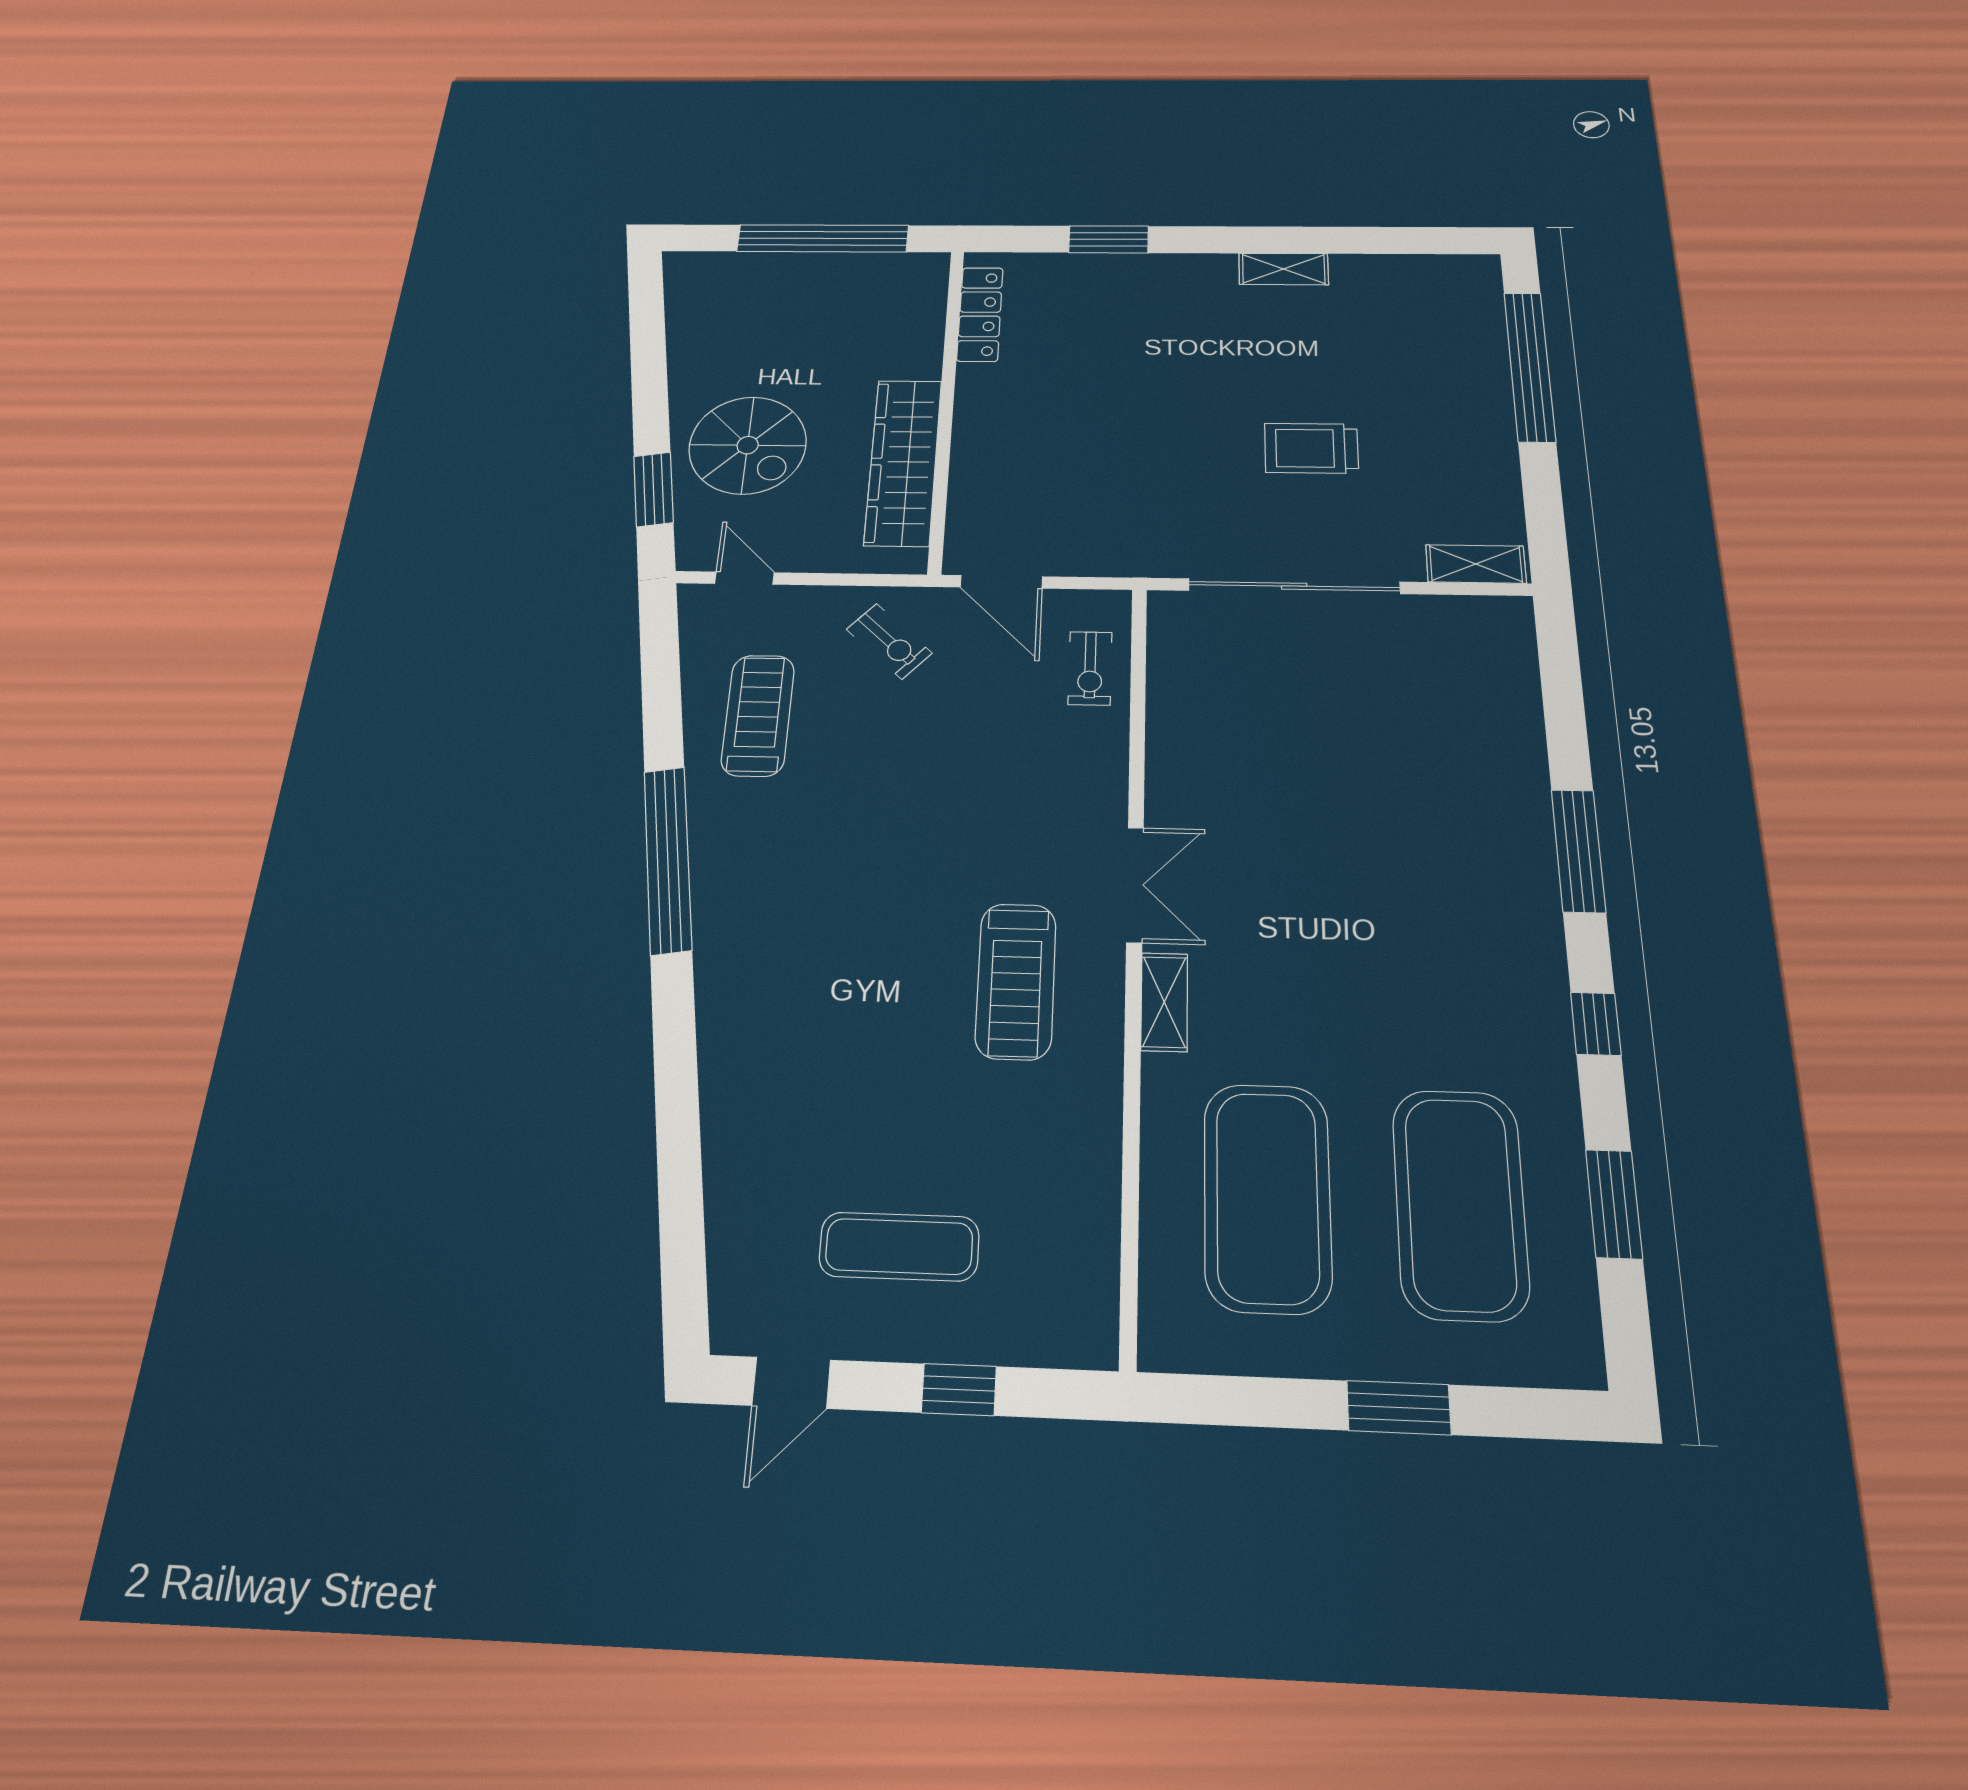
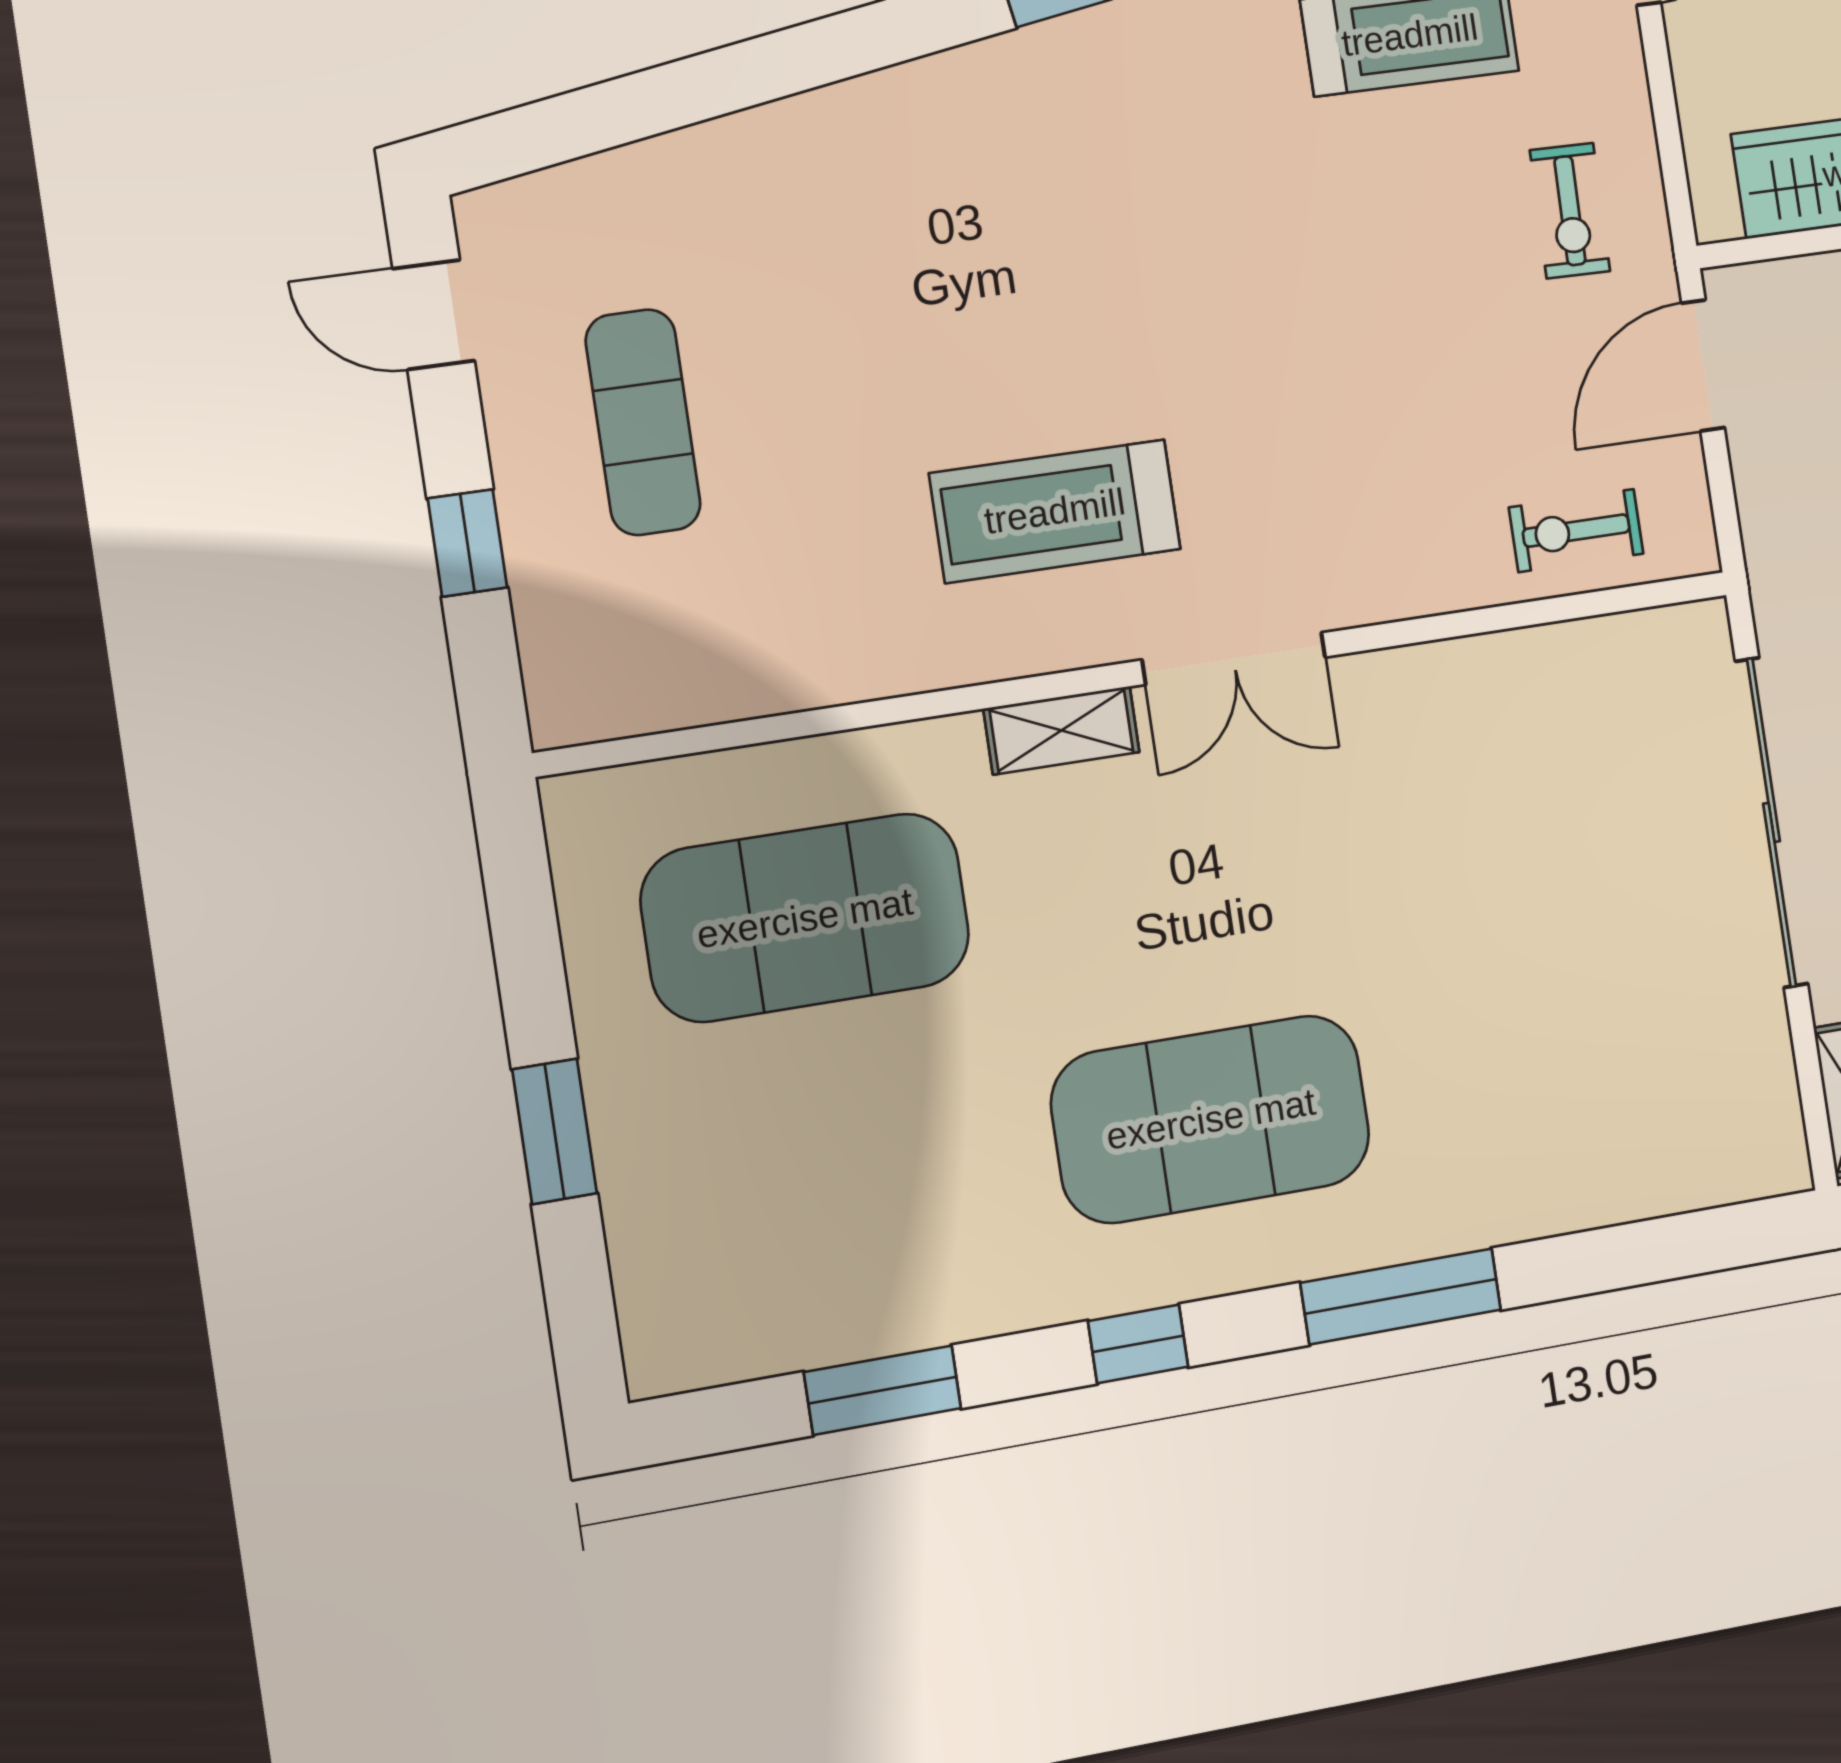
exercise bike: (889, 641) -> (1570, 211), turned -42
exercise mat: (1460, 1203) -> (1211, 1119), moved

